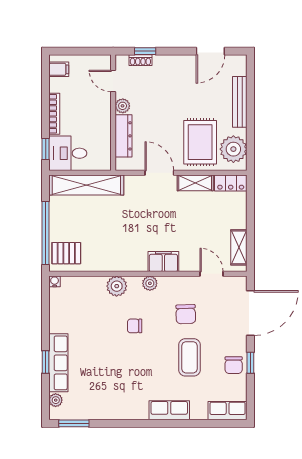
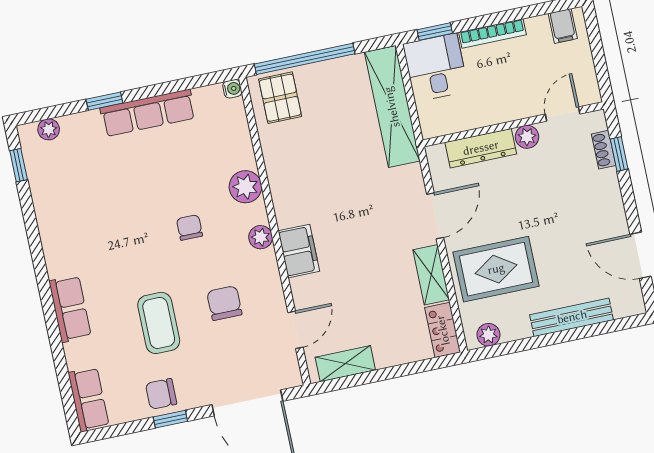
plant: (233, 149) -> (488, 335), width x0.53, depth x0.53
chair: (186, 314) -> (224, 303), turned 92
coffee table: (190, 357) -> (159, 323), turned 90
row of seats: (58, 363) -> (148, 113), moved
window: (74, 423) -> (19, 165), width x0.67

